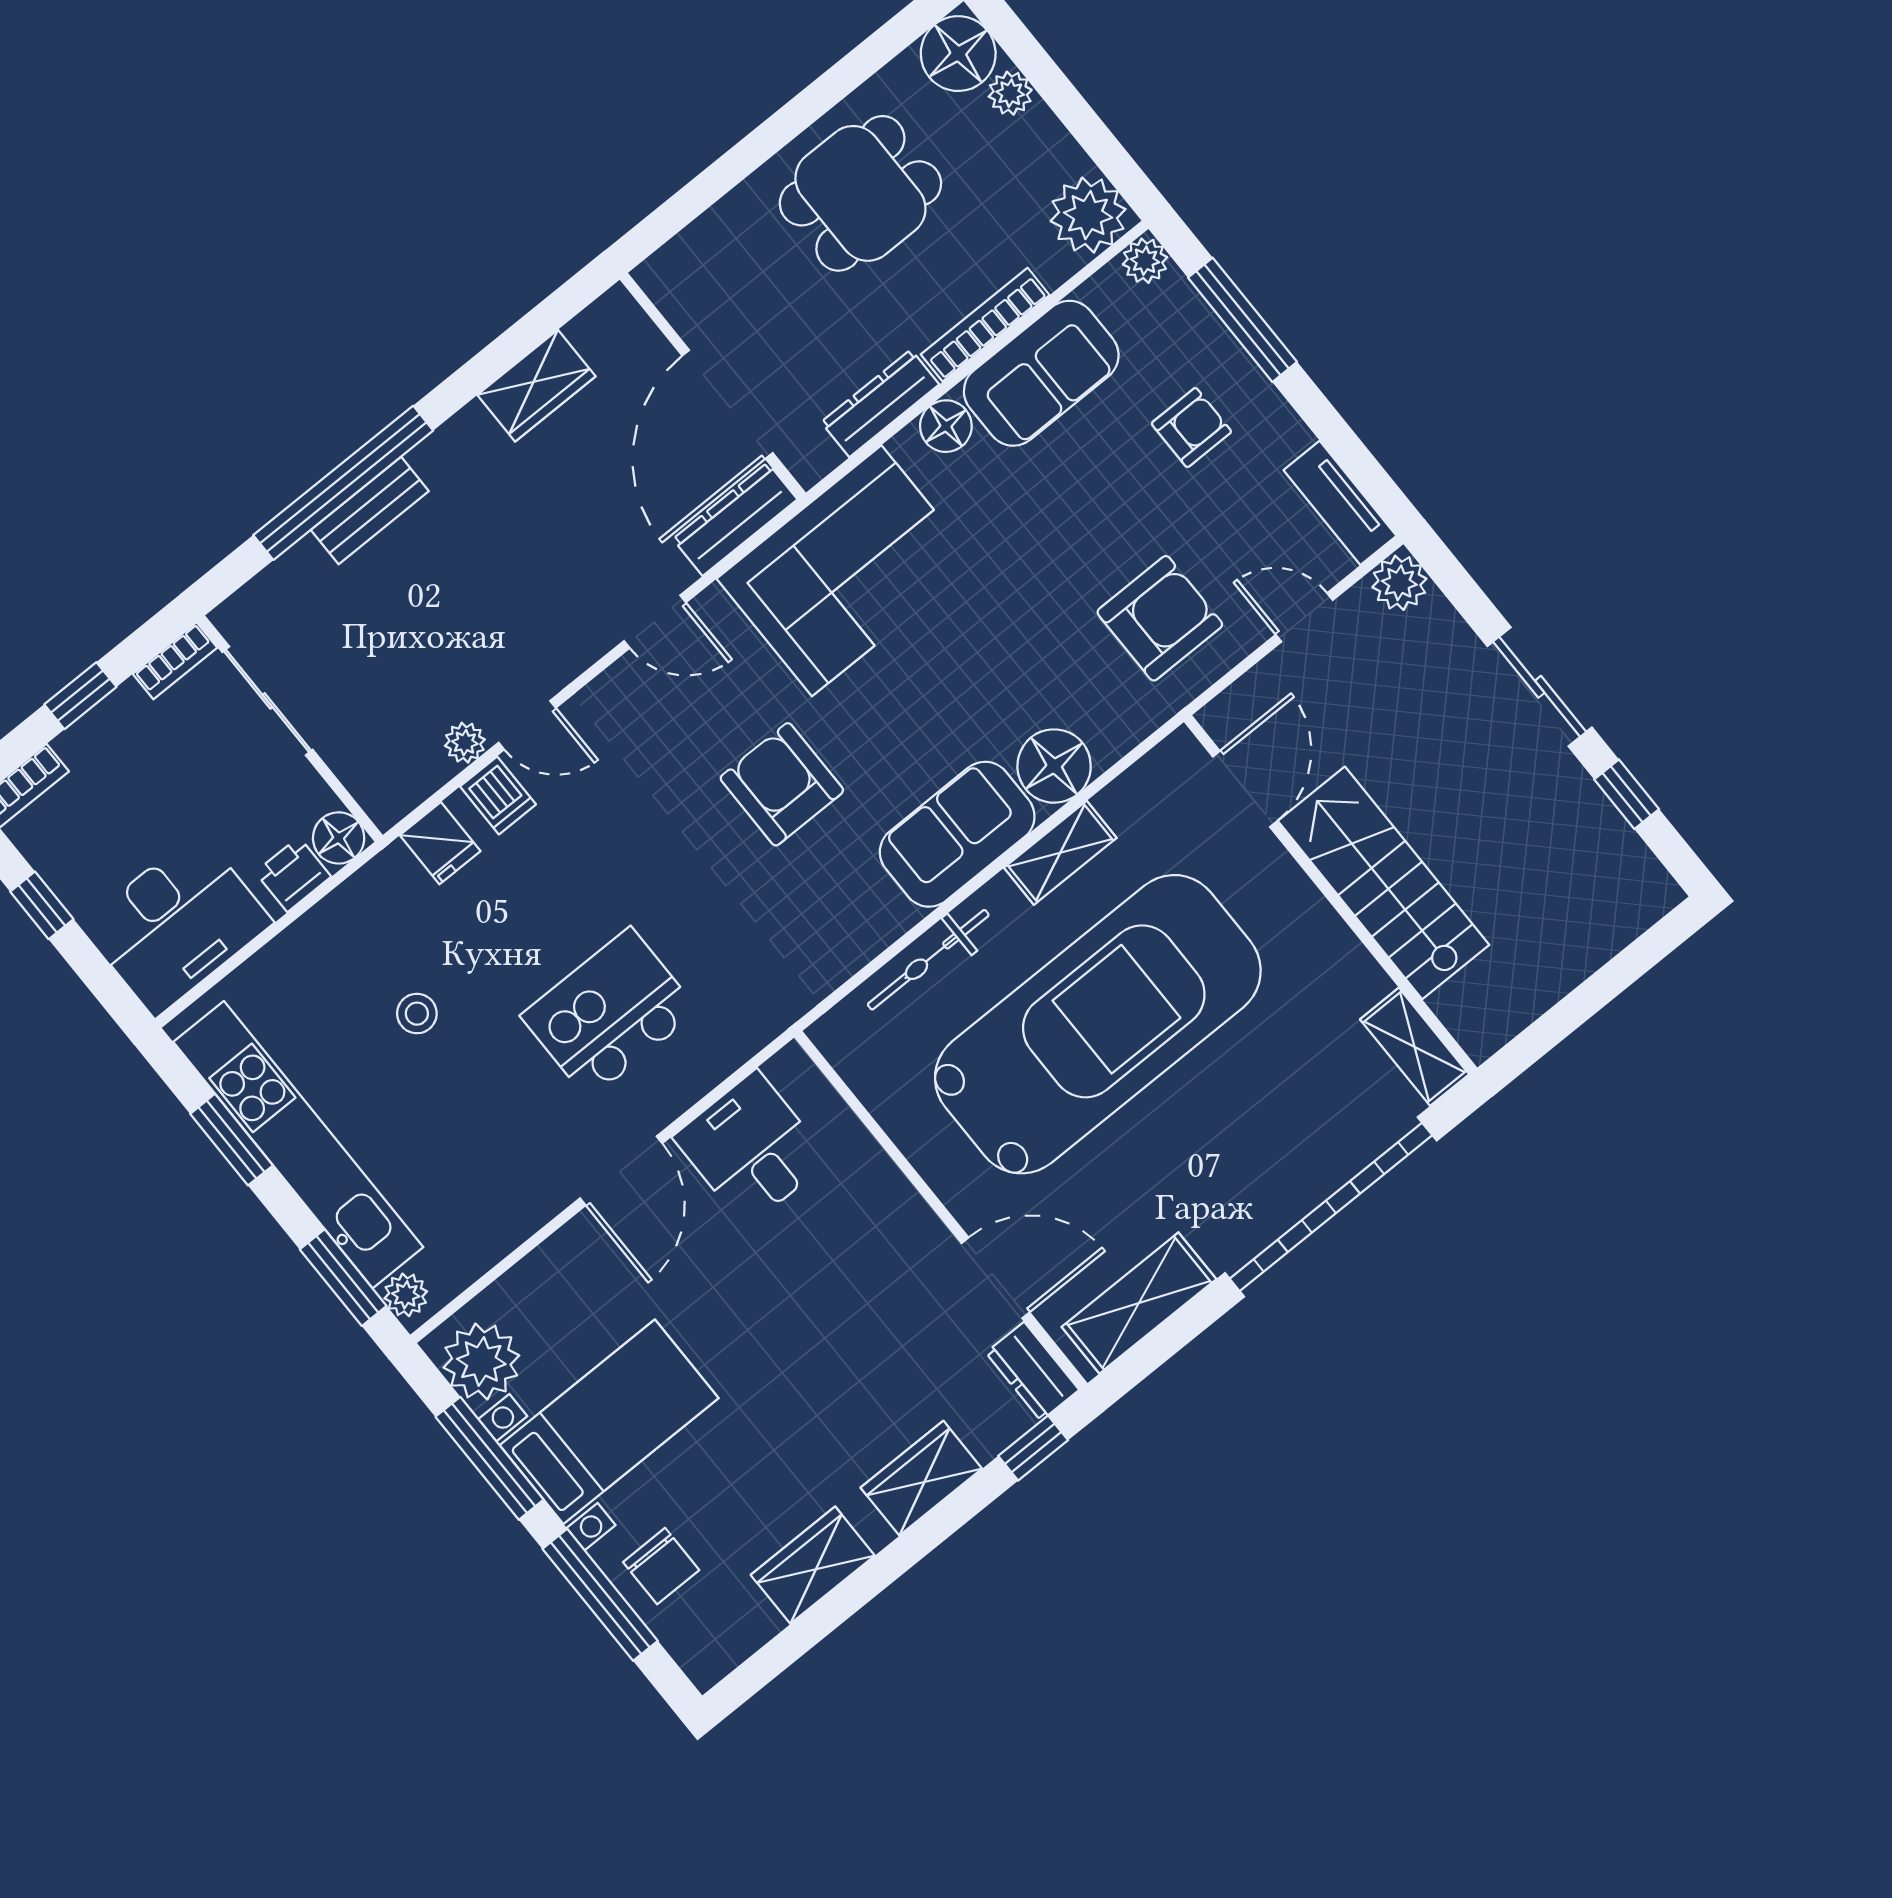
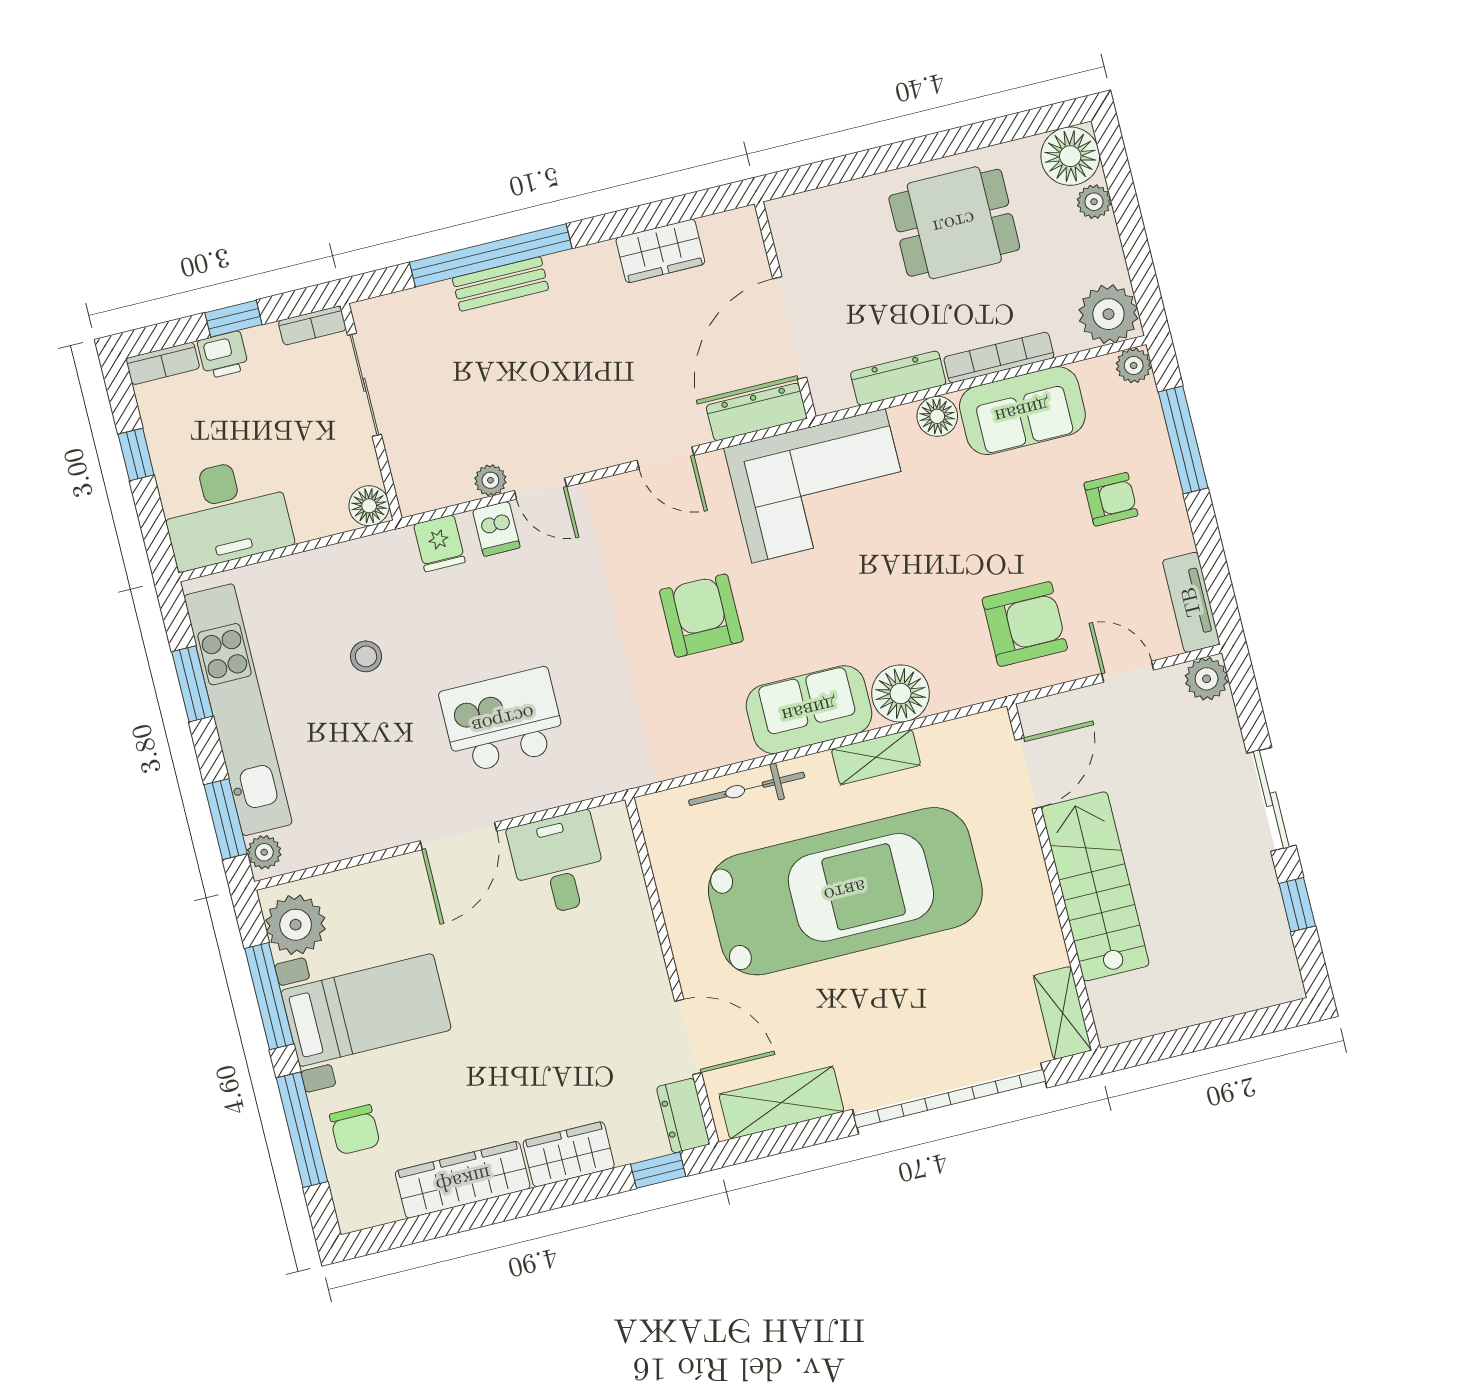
printer: (293, 875) -> (223, 355), moved, turned 180
wardrobe: (813, 1565) -> (463, 1180), width x1.50

